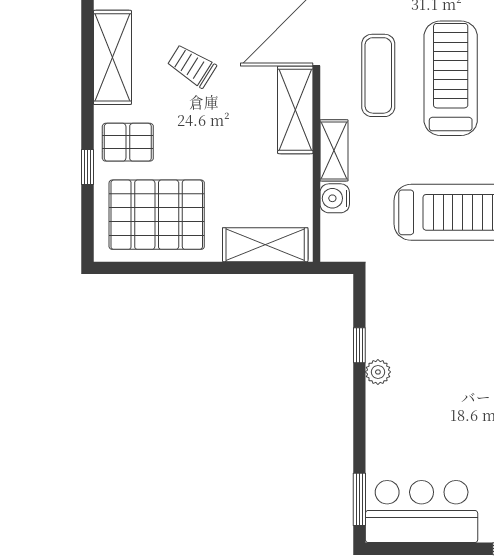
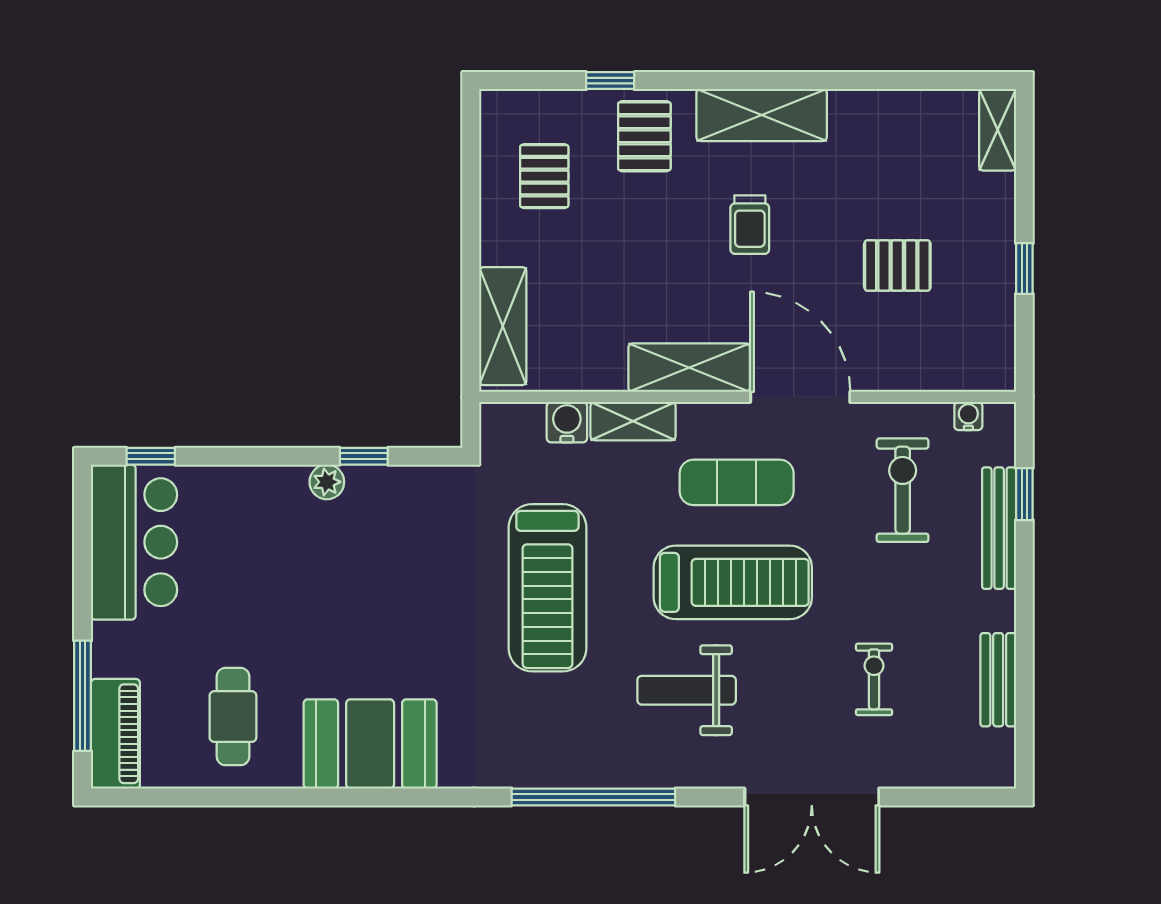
trolley: (192, 66) -> (750, 225), turned 148
pallet: (157, 215) -> (544, 176), width x0.49, depth x0.50
window: (359, 499) -> (151, 456), width x0.67

